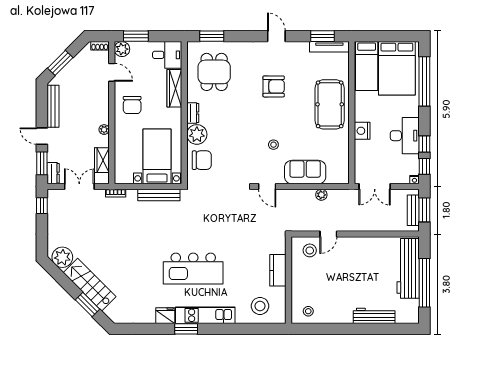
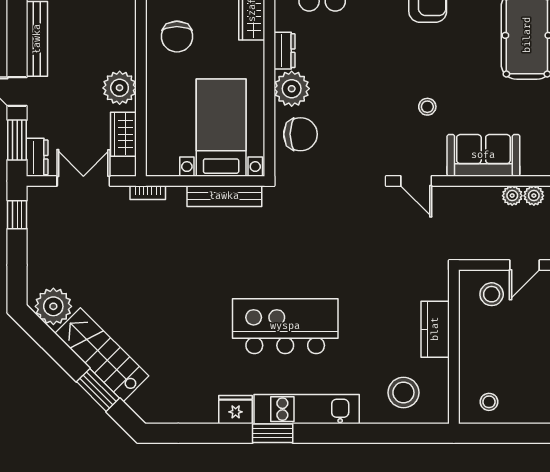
plant: (104, 130) -> (120, 88), width x1.87, depth x1.87
plant: (334, 195) -> (534, 196), added
kitchen island: (193, 269) -> (285, 326), turned 180

